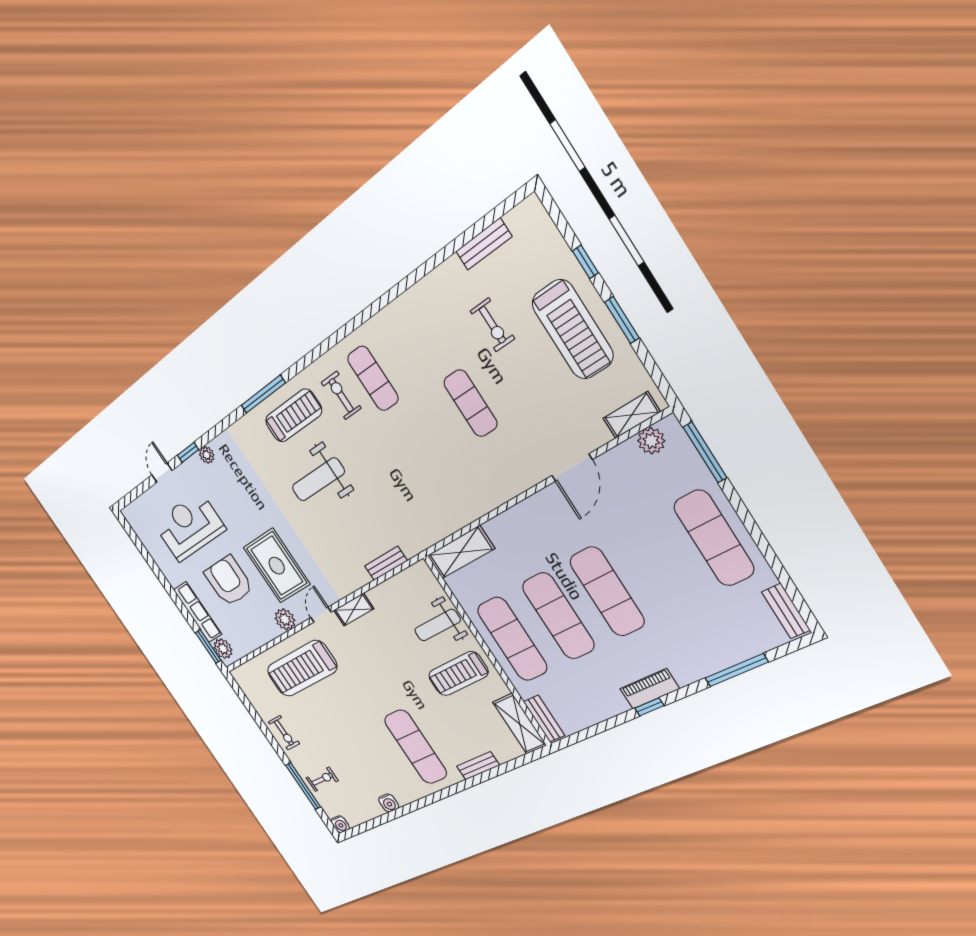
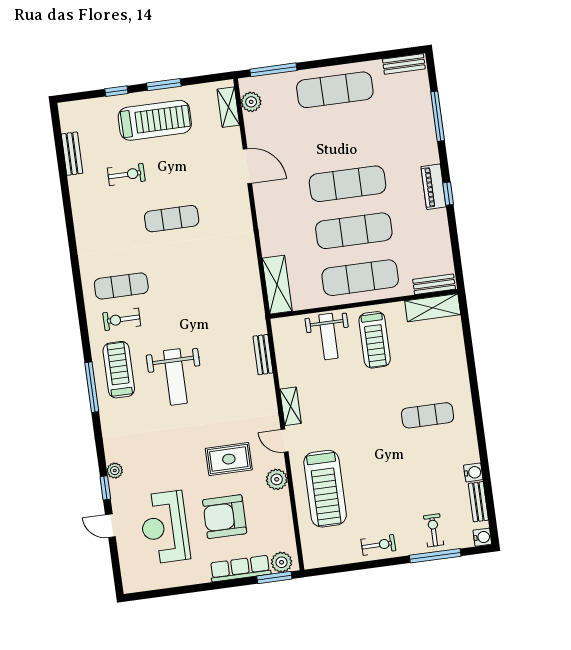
rug: (277, 566) -> (229, 459), width x0.73, depth x0.70
exercise mat: (416, 747) -> (427, 415), width x0.73, depth x0.69
bench: (478, 766) -> (478, 502), moved

